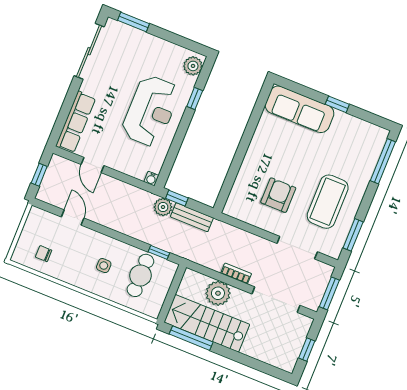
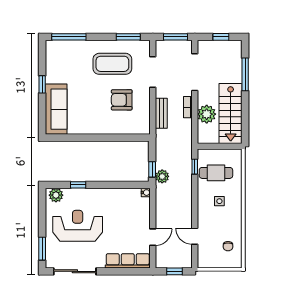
reception desk: (151, 111) -> (78, 226), moved
door: (73, 217) -> (195, 236), hinge flipped
bench: (192, 217) -> (161, 113), moved
window: (191, 338) -> (245, 74), moved

